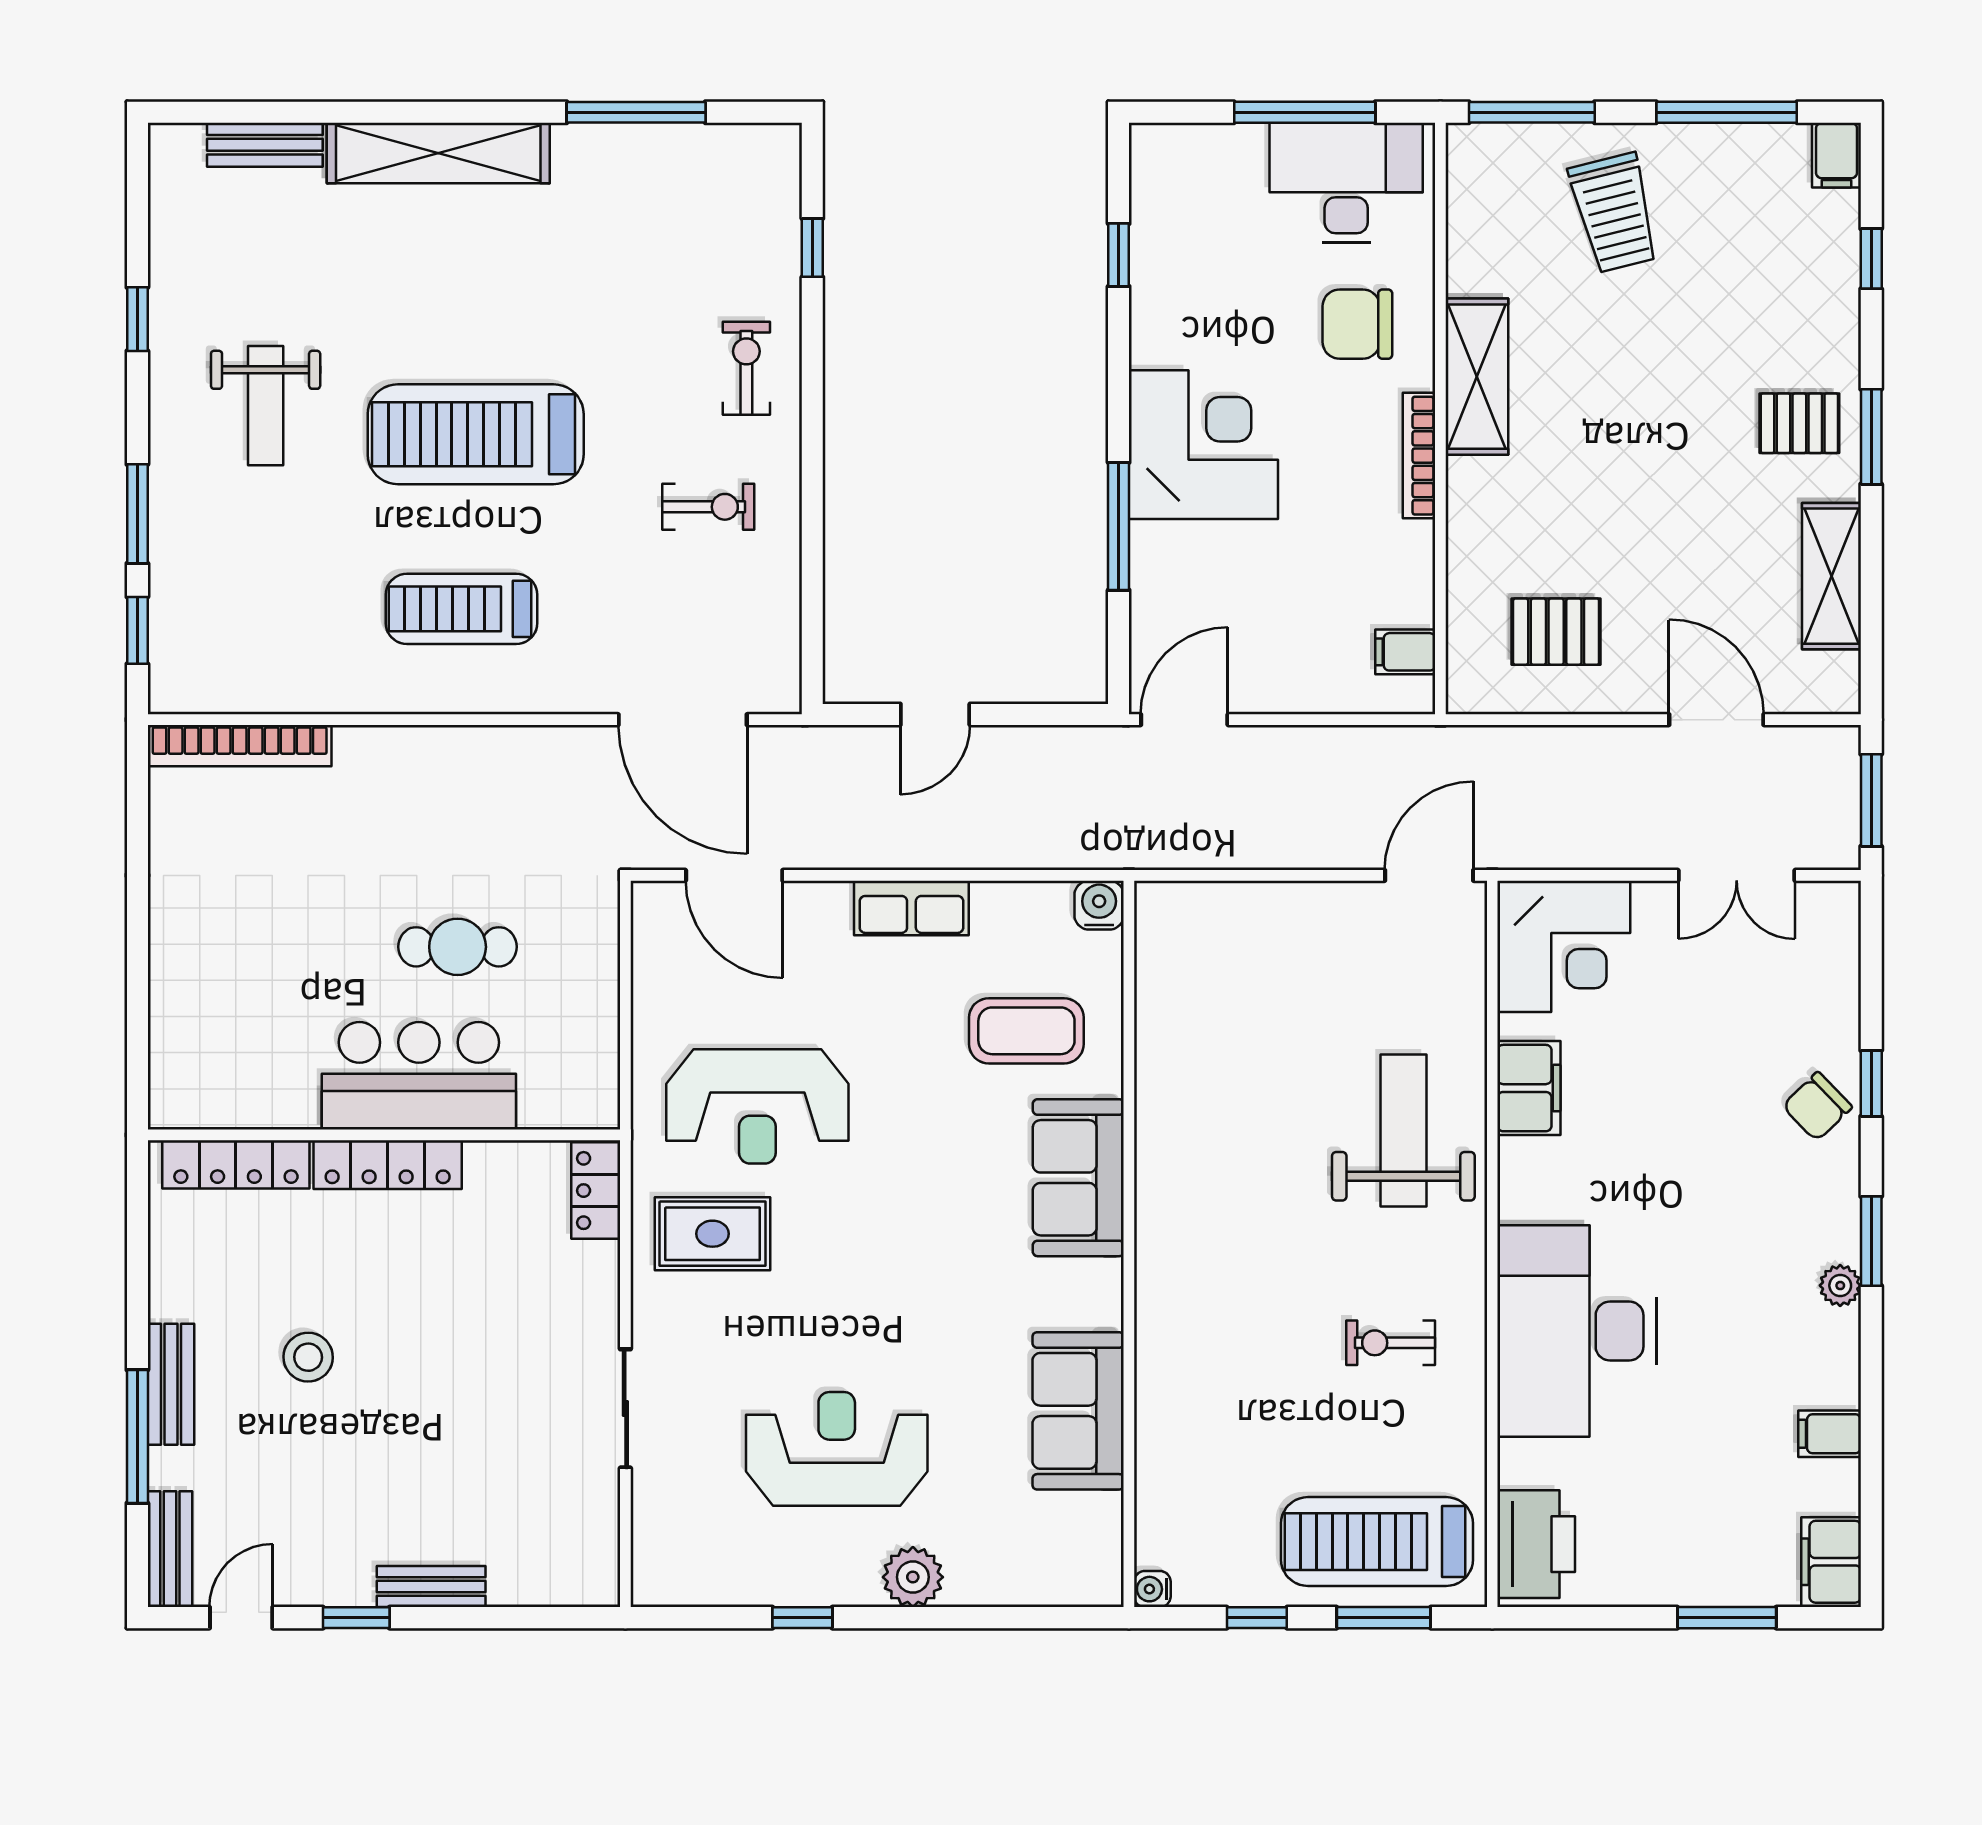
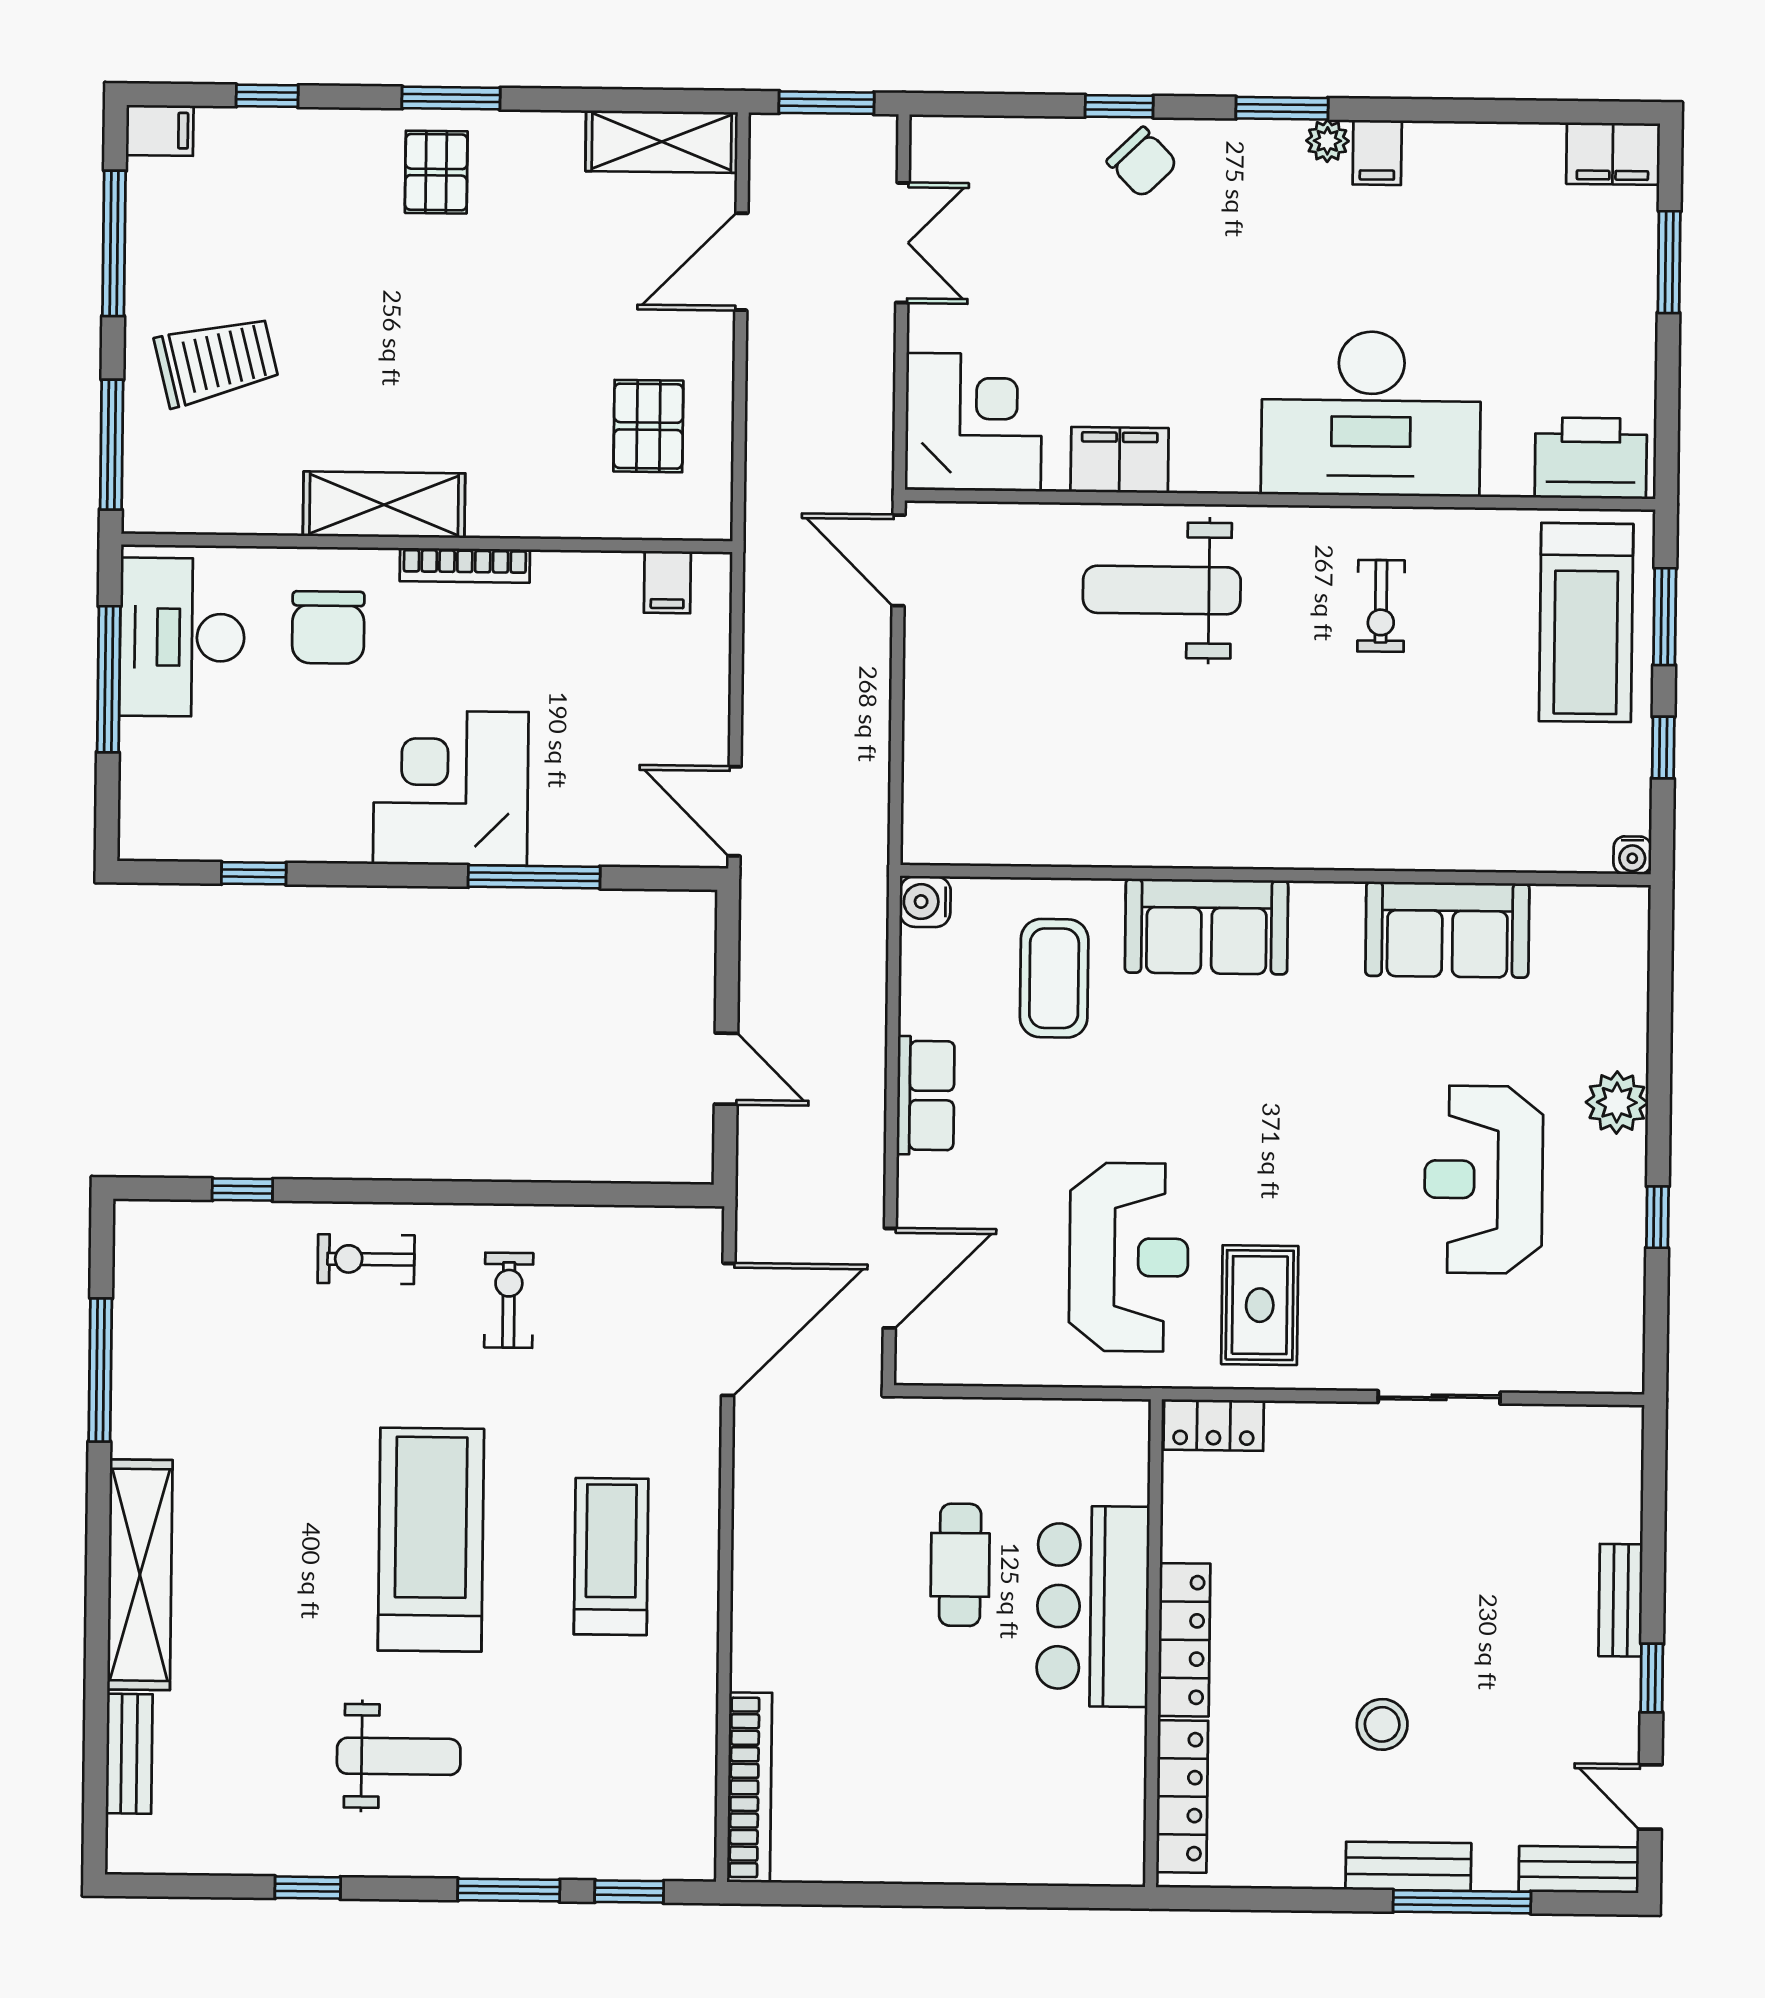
treadmill: (476, 434) -> (431, 1540), turned 180
shelving: (1832, 576) -> (662, 142), moved
treadmill: (461, 609) -> (611, 1556), turned 180
filing cabinet: (1830, 1434) -> (1377, 152), moved

